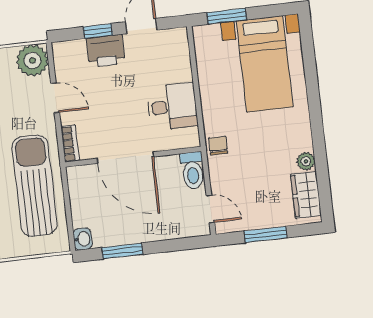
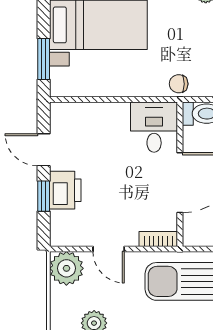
door: (55, 98) -> (109, 249), swing flipped
desk: (172, 107) -> (154, 127), moved

